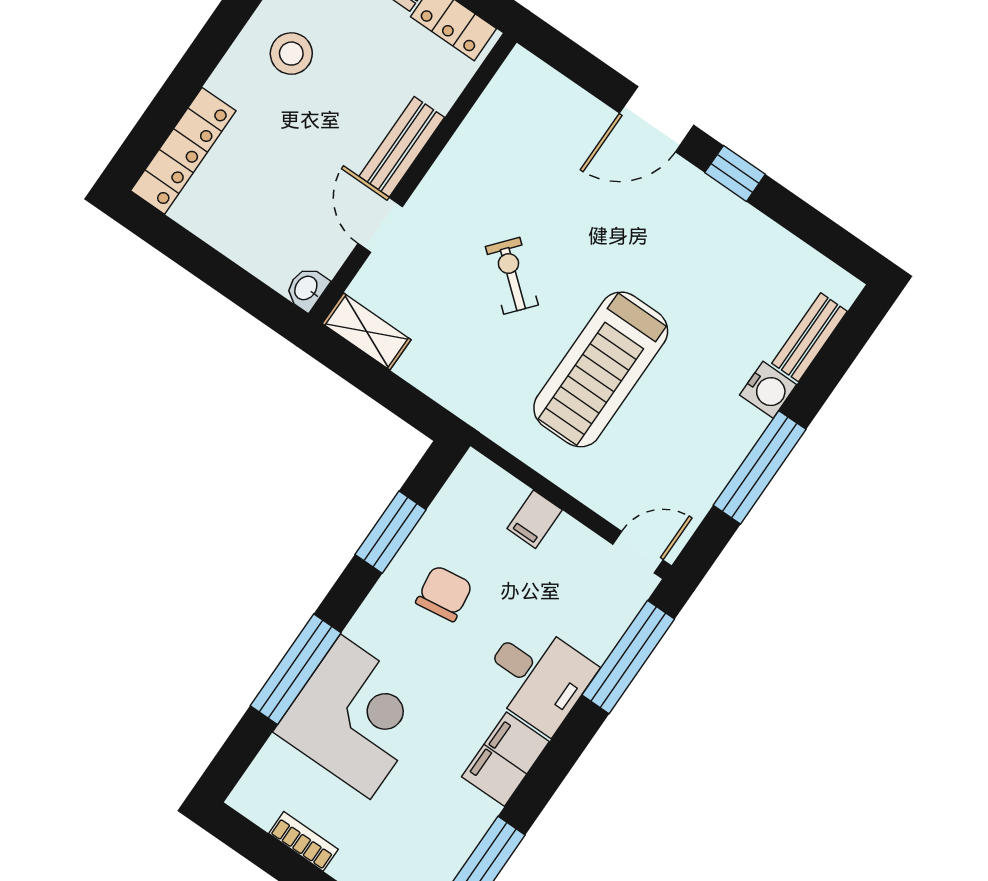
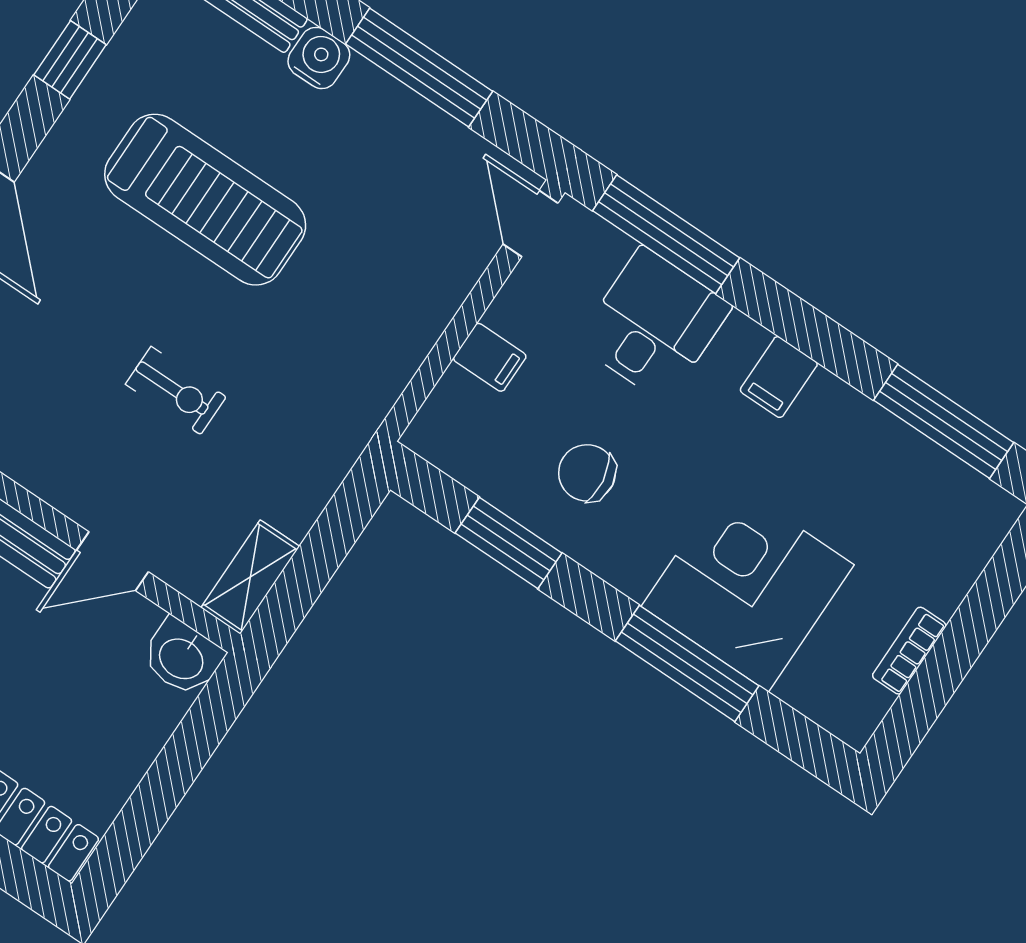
window: (735, 173) -> (70, 60), moved
exercise bike: (512, 276) -> (176, 391), turned -130
washbasin: (307, 288) -> (182, 657), width x1.38, depth x1.45
treadmill: (601, 369) -> (205, 200), moved
desk: (538, 677) -> (654, 325), moved
filing cabinet: (505, 759) -> (779, 377), width x0.50

